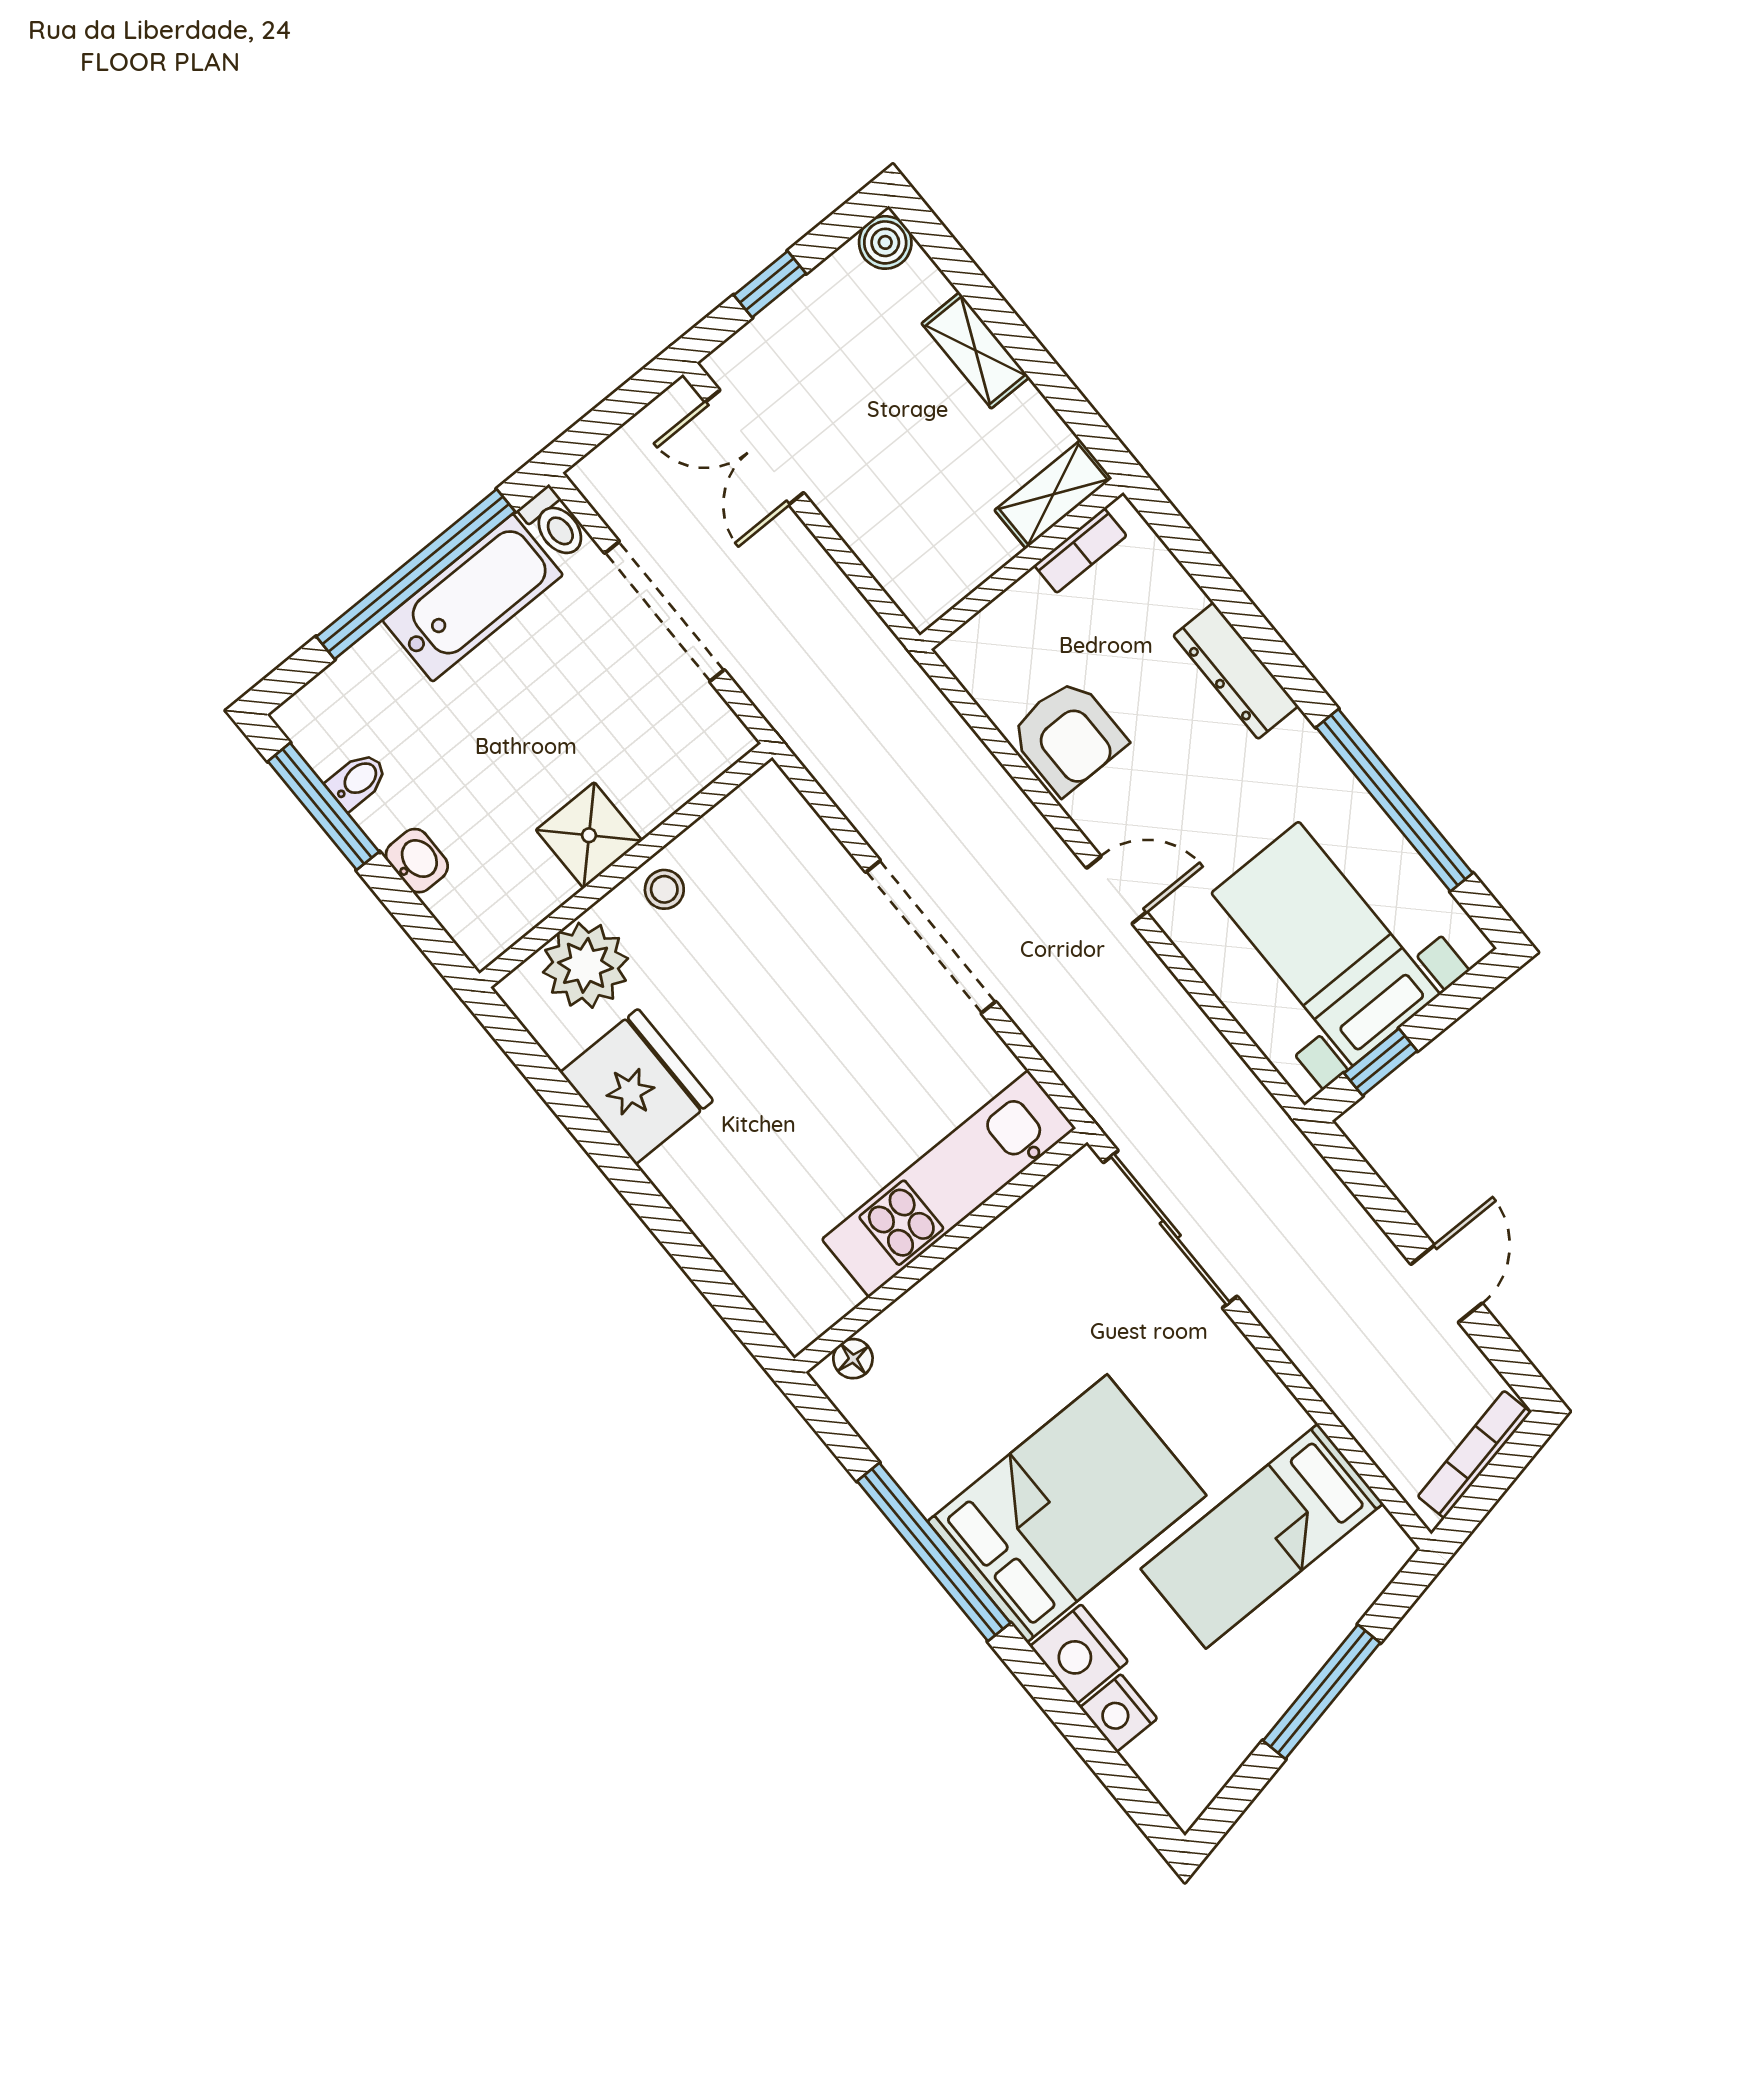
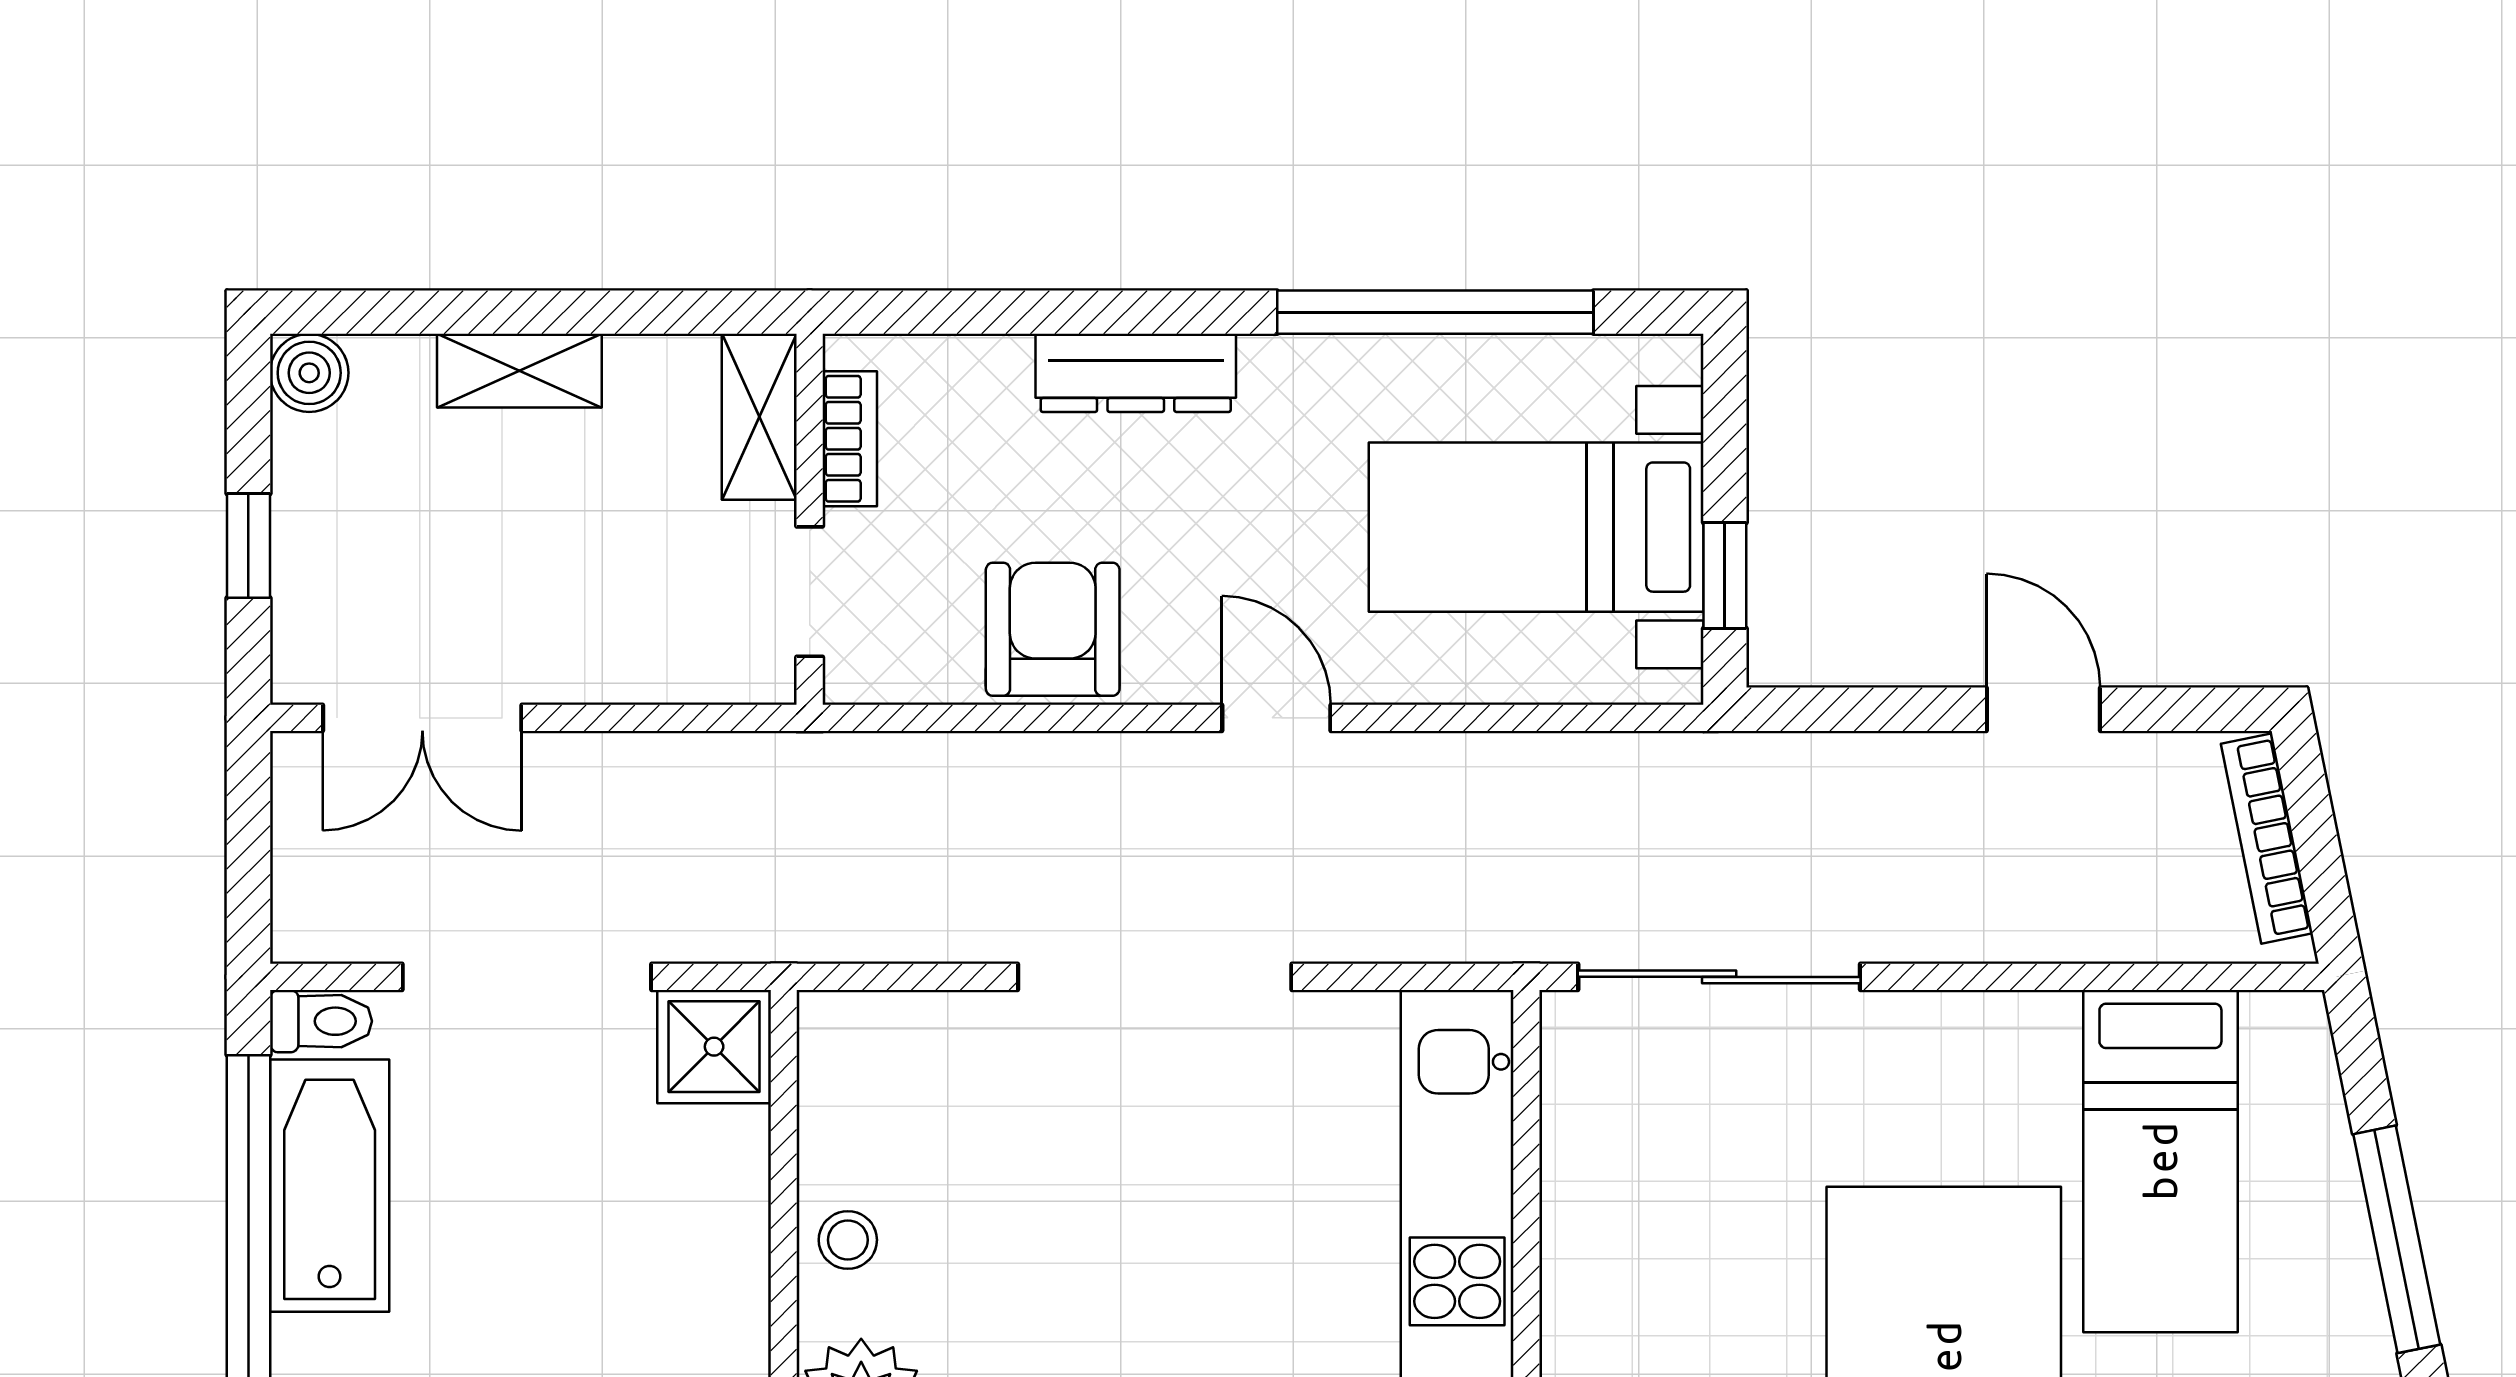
doorway: (984, 595) -> (810, 592), added
armchair: (1068, 736) -> (1053, 629), turned -90
shower: (589, 835) -> (714, 1047), moved
door: (1117, 890) -> (1276, 718), hinge flipped

